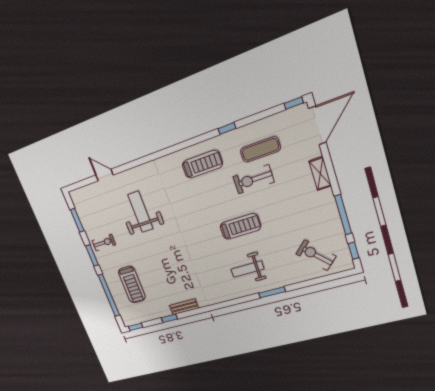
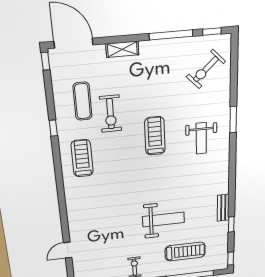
weight bench: (140, 212) -> (163, 220), moved, turned 180

